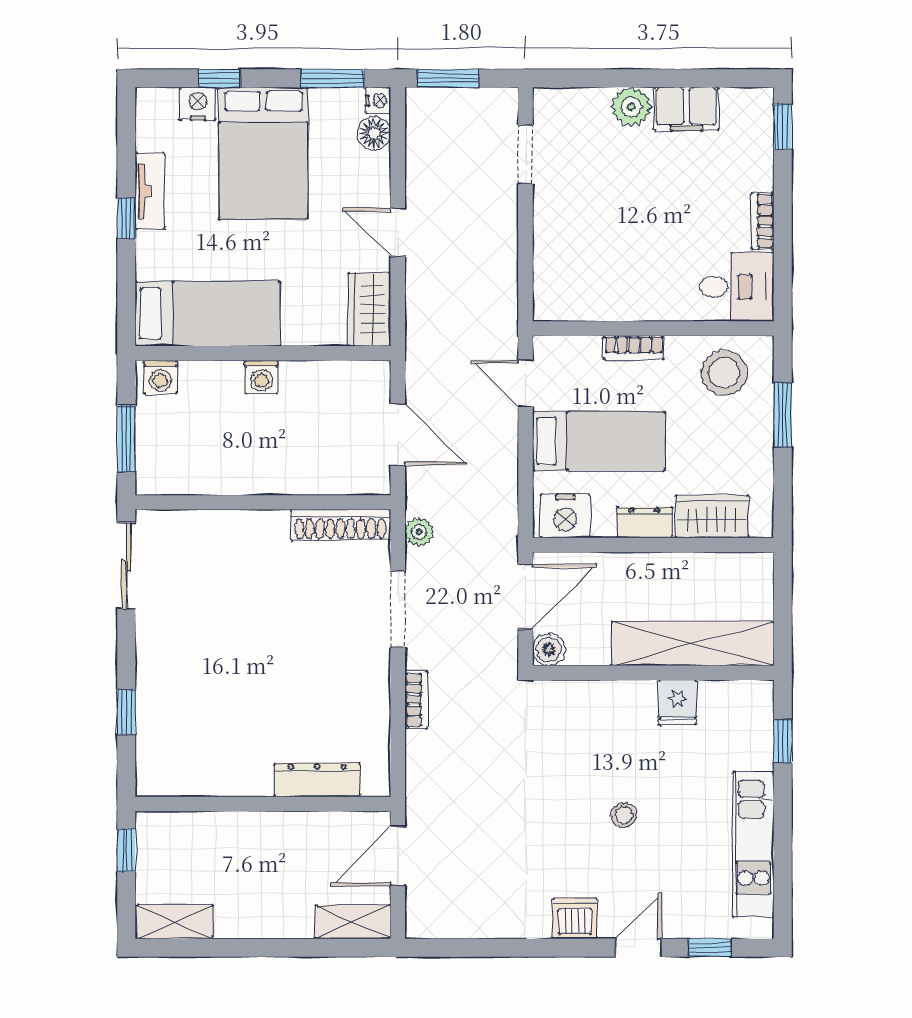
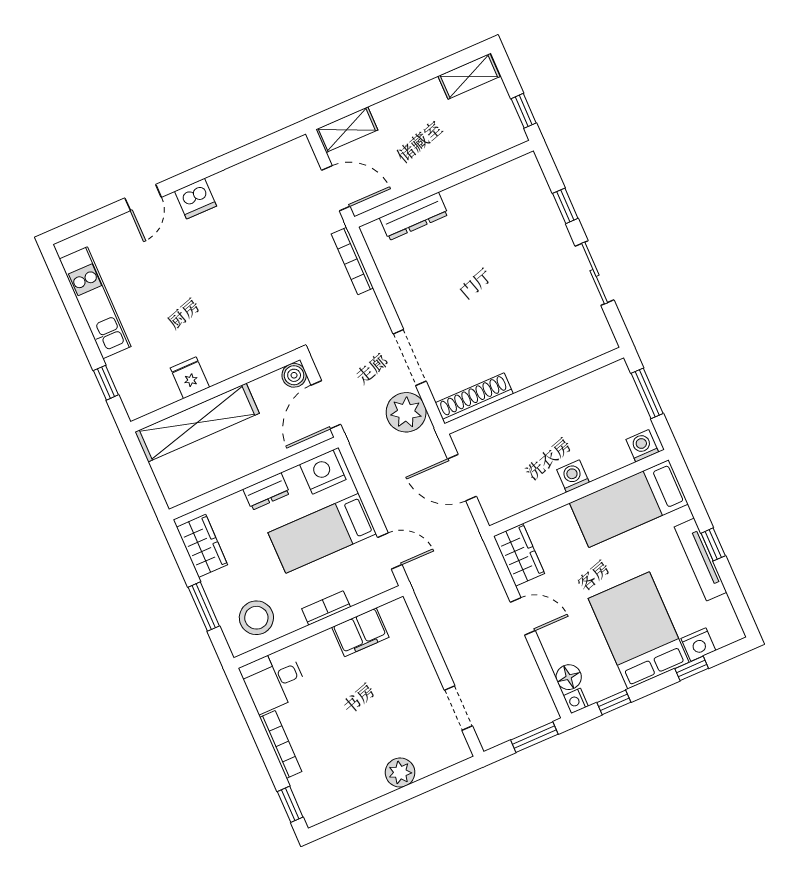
window: (332, 78) -> (614, 702), width x0.67
filing cabinet: (686, 109) -> (360, 632), moved, turned 180
tv unit: (150, 191) -> (701, 560), width x1.41
bookcase: (762, 221) -> (281, 744), width x1.56
wardrobe: (712, 516) -> (202, 546), moved, turned -90
plant: (419, 532) -> (406, 412), width x1.87, depth x1.87
sliding door: (126, 566) -> (595, 273), moved
bookcase: (416, 700) -> (352, 261), moved, width x1.56
stool: (624, 815) -> (193, 284), removed
door: (398, 856) -> (336, 188), hinge flipped
window: (710, 948) -> (94, 219), removed

